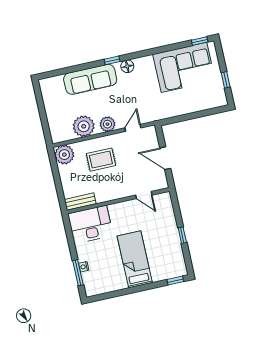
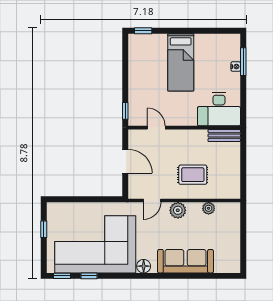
window: (112, 60) -> (89, 276), moved
corner sofa: (184, 67) -> (95, 244), width x1.36, depth x1.36
plant: (84, 126) -> (209, 208), width x0.53, depth x0.53
plant: (64, 155) -> (230, 188), removed
window: (182, 235) -> (125, 111), moved

